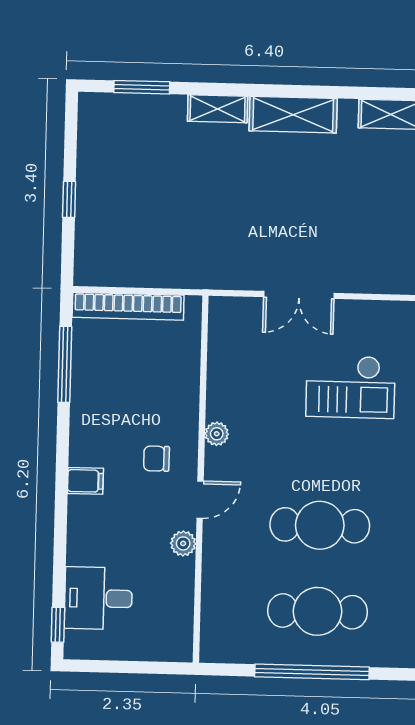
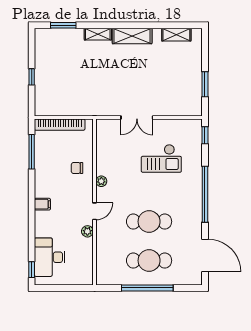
chair: (156, 459) -> (77, 168), moved
desk: (98, 598) -> (50, 257), width x1.37

